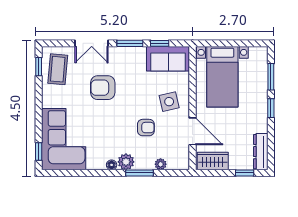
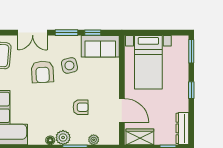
window: (271, 77) -> (191, 51), moved
armchair: (103, 88) -> (42, 72), turned -93
side table: (169, 102) -> (69, 65), moved

